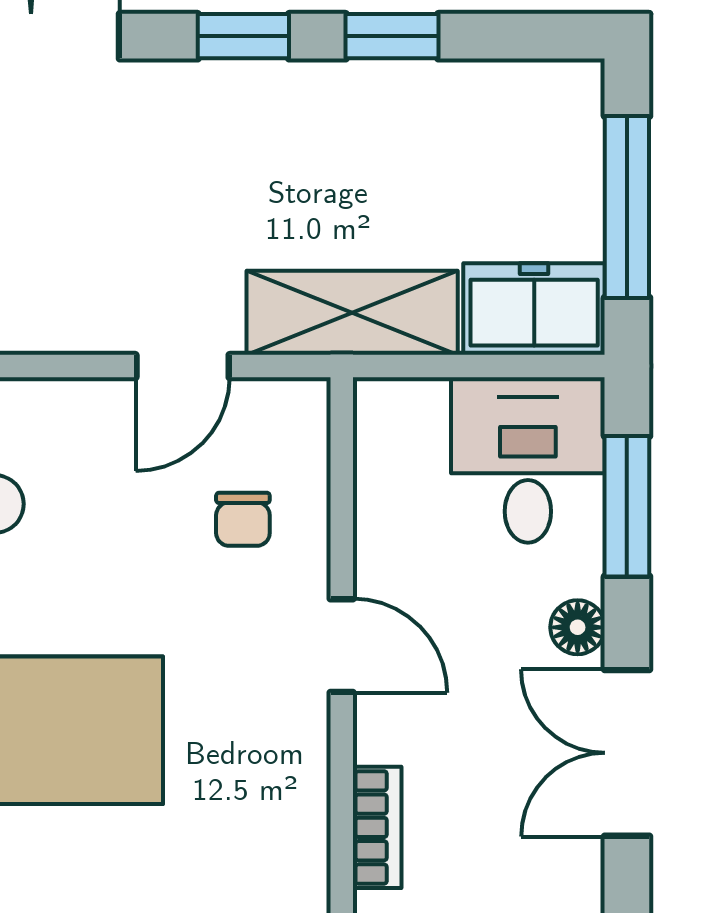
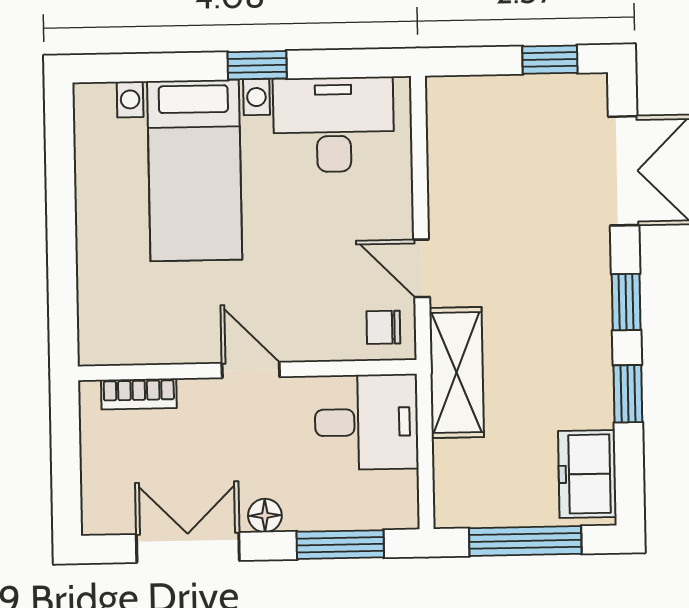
freezer: (534, 309) -> (587, 474), moved, turned 180
desk: (528, 460) -> (366, 422), moved
chair: (243, 519) -> (383, 327), moved
door: (342, 646) -> (251, 370), swing flipped

